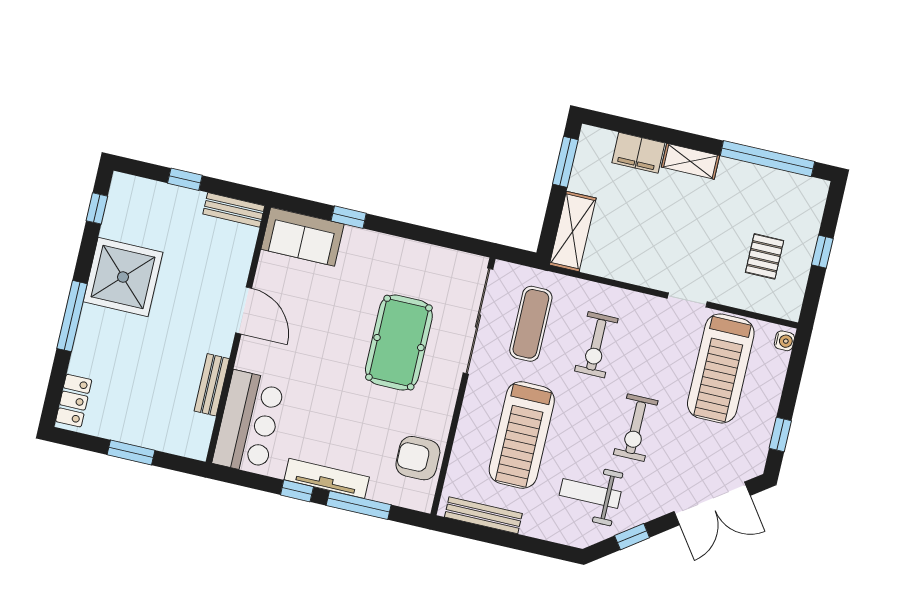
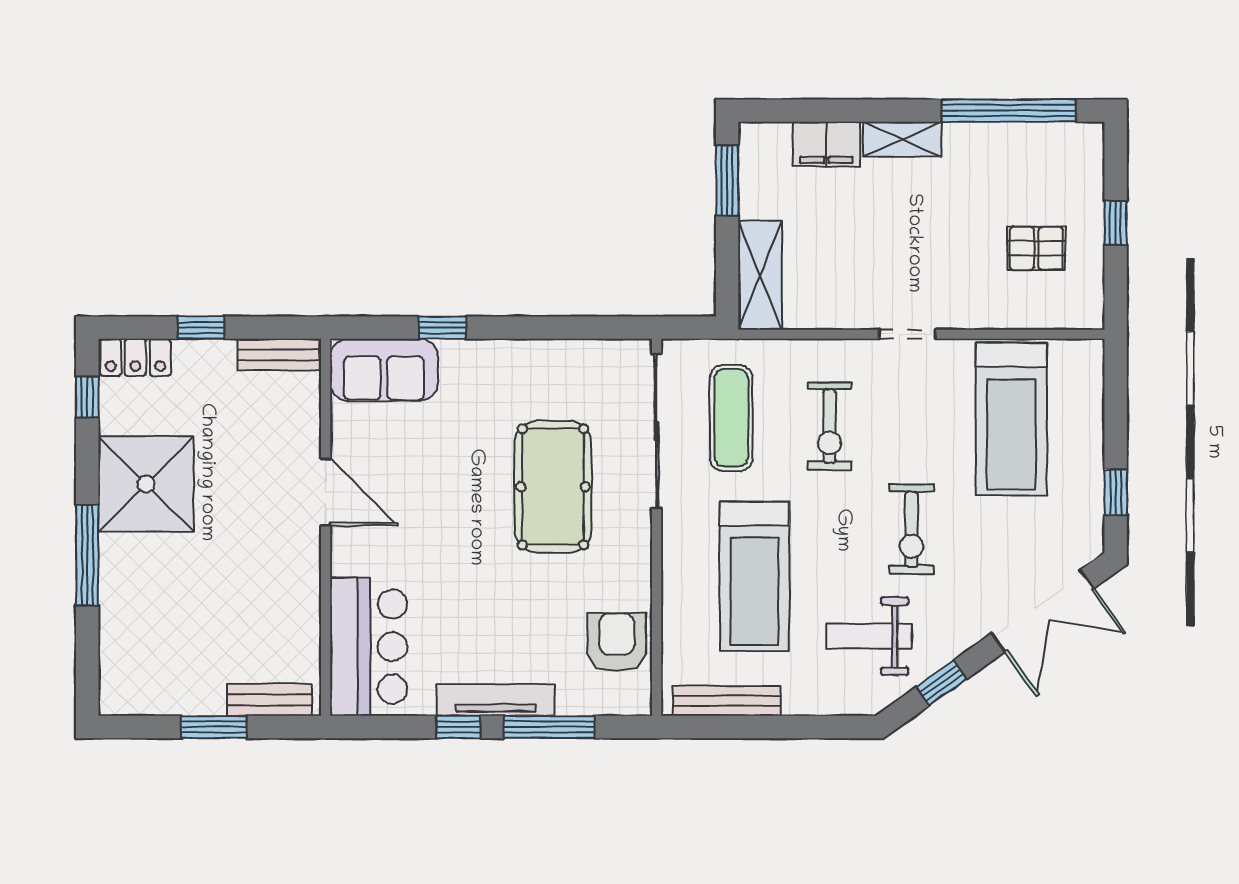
pallet: (765, 256) -> (1036, 248), turned 90
doorway: (687, 300) -> (907, 334), moved
water cooler: (784, 341) -> (1091, 360), removed
bench: (212, 385) -> (270, 700), moved, turned 90
locker: (74, 401) -> (135, 357), moved, turned 90
armchair: (418, 458) -> (617, 642), turned 90

